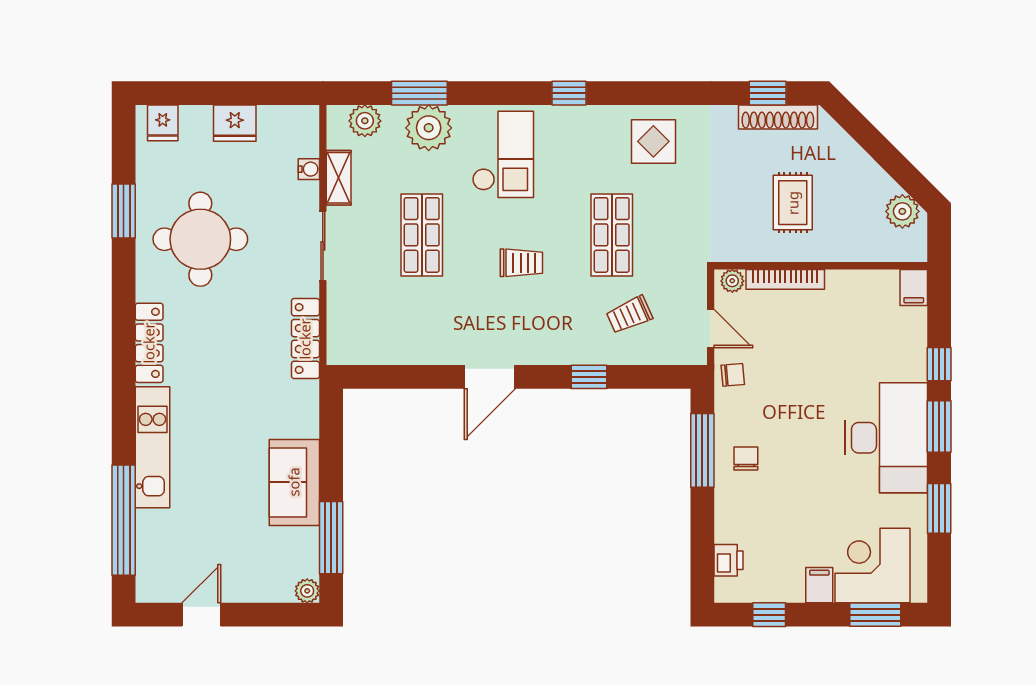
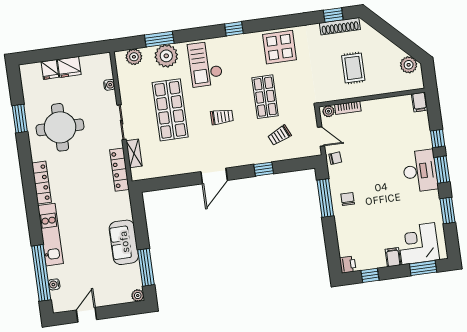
fridge: (163, 123) -> (50, 69), moved
display table: (653, 141) -> (280, 47), width x1.36, depth x1.36
checkout: (503, 154) -> (205, 64), turned 180
shelving: (339, 178) -> (134, 153), moved
shop shelf: (422, 235) -> (170, 110), width x1.43, depth x1.36
bookcase: (785, 279) -> (348, 108), width x0.64
desk: (886, 438) -> (420, 171), width x0.73, depth x0.77
water cooler: (146, 546) -> (54, 284), added
printer: (728, 560) -> (348, 264), moved

